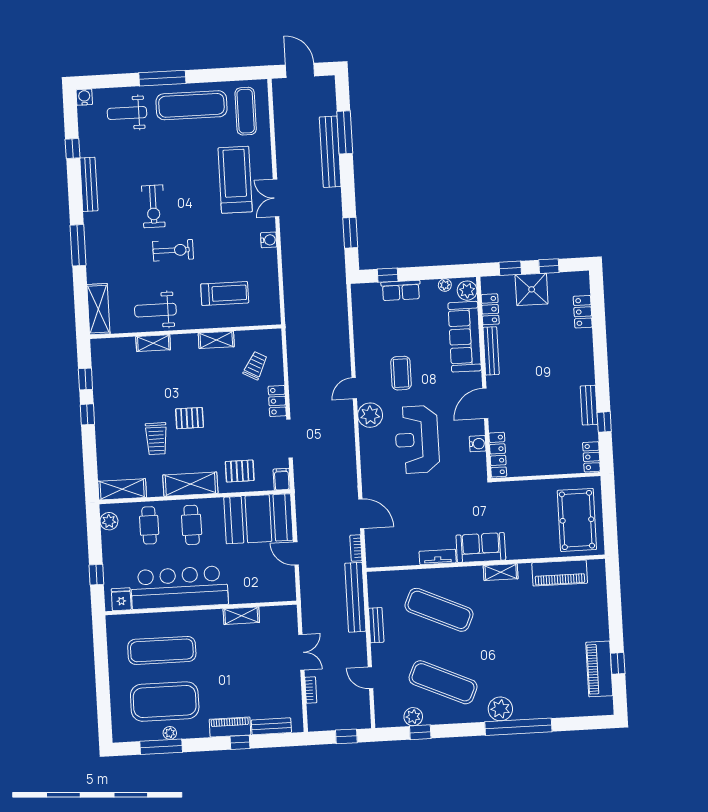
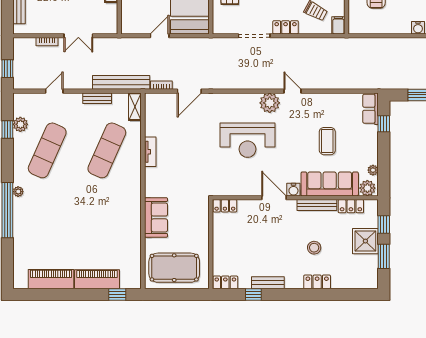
window: (549, 266) -> (384, 256), width x1.50
row of seats: (401, 290) -> (371, 109), moved
locker: (583, 312) -> (317, 282), moved
stool: (543, 351) -> (314, 248), added
coffee table: (401, 373) -> (327, 141), moved, turned 90
reception desk: (417, 440) -> (248, 140), turned 180
water cooler: (478, 444) -> (293, 190), moved
locker: (498, 455) -> (225, 206), width x0.66
filing cabinet: (282, 479) -> (338, 25), moved, turned -90
sofa: (481, 548) -> (156, 217), moved
shelving: (501, 572) -> (135, 107), moved
piano: (560, 573) -> (97, 279), moved, turned 90
window: (618, 663) -> (117, 295), moved
plant: (500, 709) -> (18, 192), width x0.53, depth x0.53

